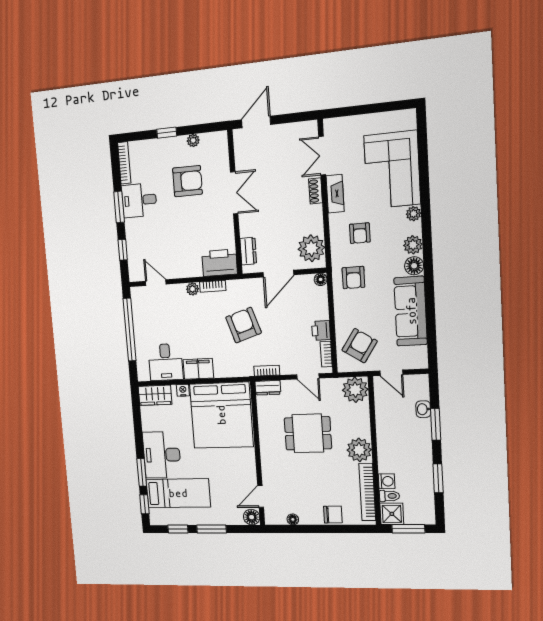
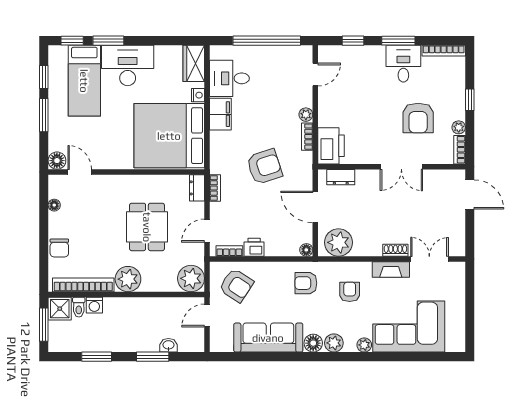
bookcase: (214, 137) -> (460, 150), added
armchair: (360, 233) -> (350, 292), turned 90

